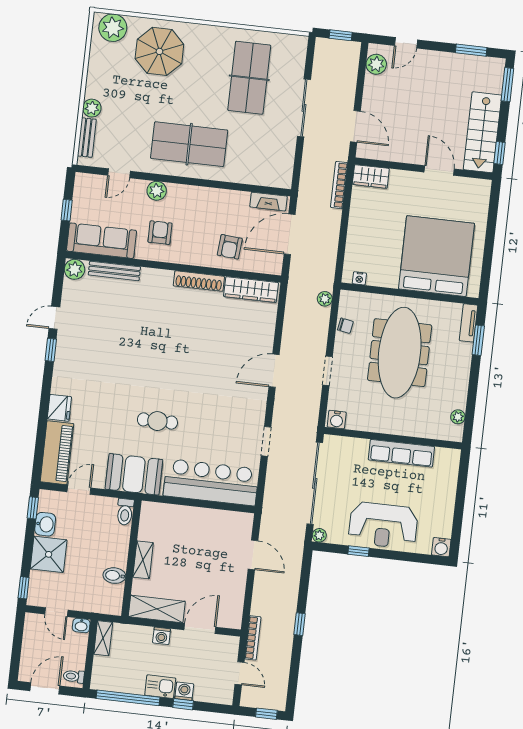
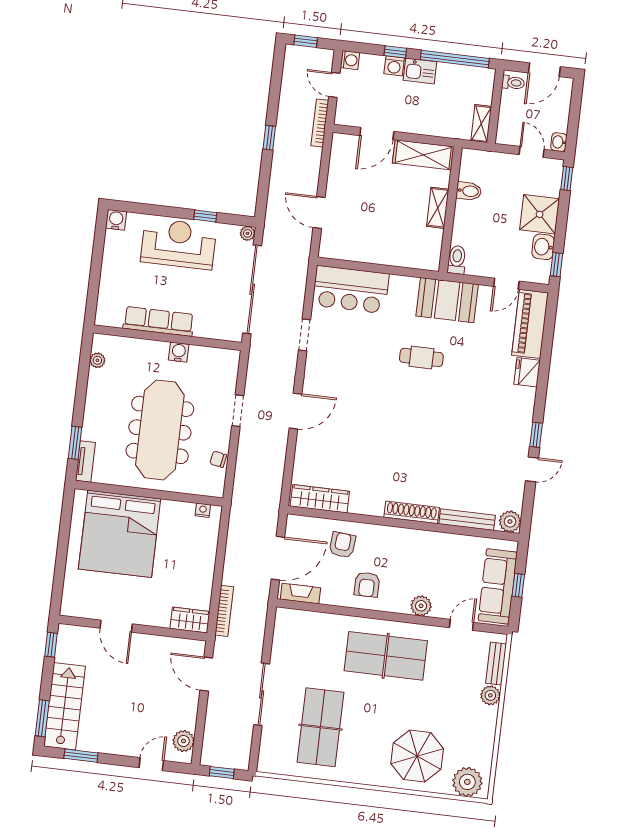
stairs: (483, 132) -> (65, 706), moved
armchair: (160, 233) -> (367, 585), moved
sofa: (102, 241) -> (498, 586), moved, turned 90
shoe rack: (199, 281) -> (412, 512), moved
plant: (325, 299) -> (240, 488), removed
water cooler: (337, 420) -> (179, 352), moved
bar counter: (211, 482) -> (351, 289), width x0.73
washbasin: (81, 625) -> (559, 142), moved, turned -90
washing machine: (162, 636) -> (350, 60), moved, turned 90

